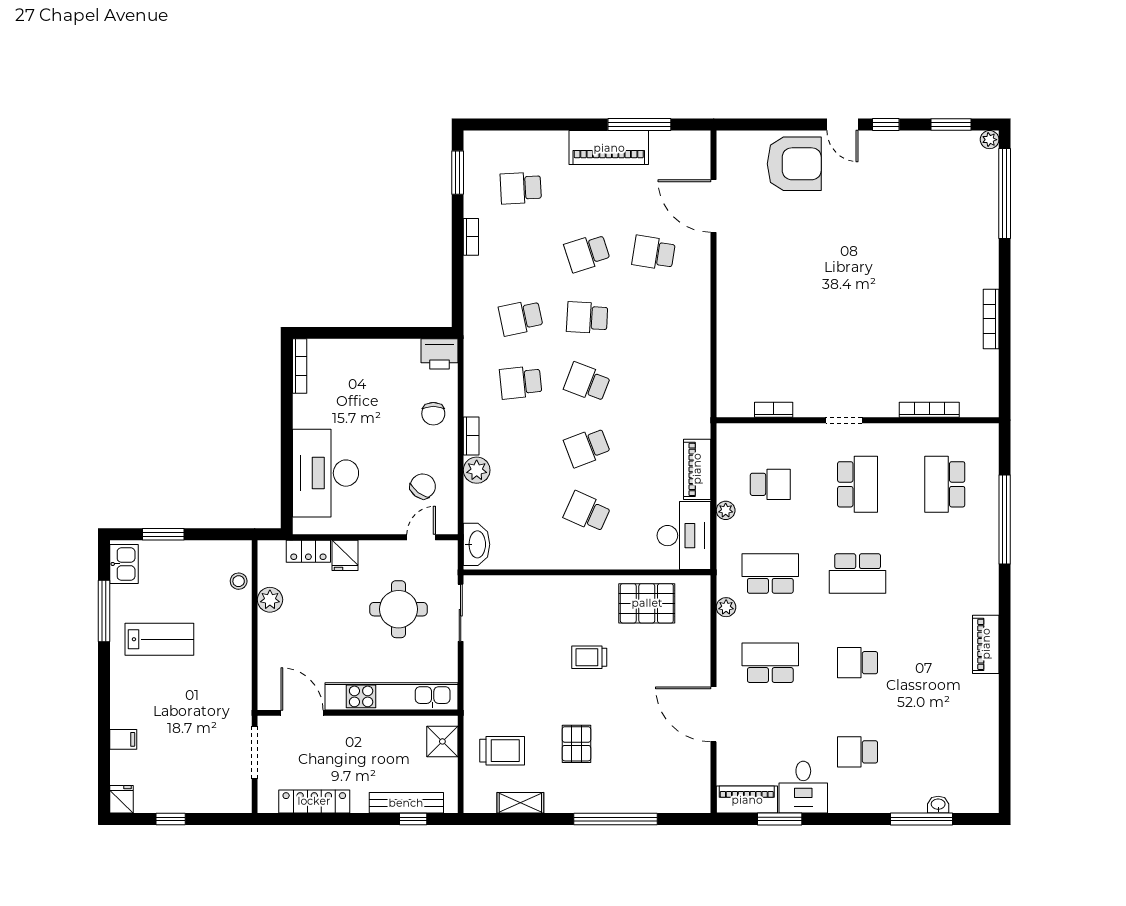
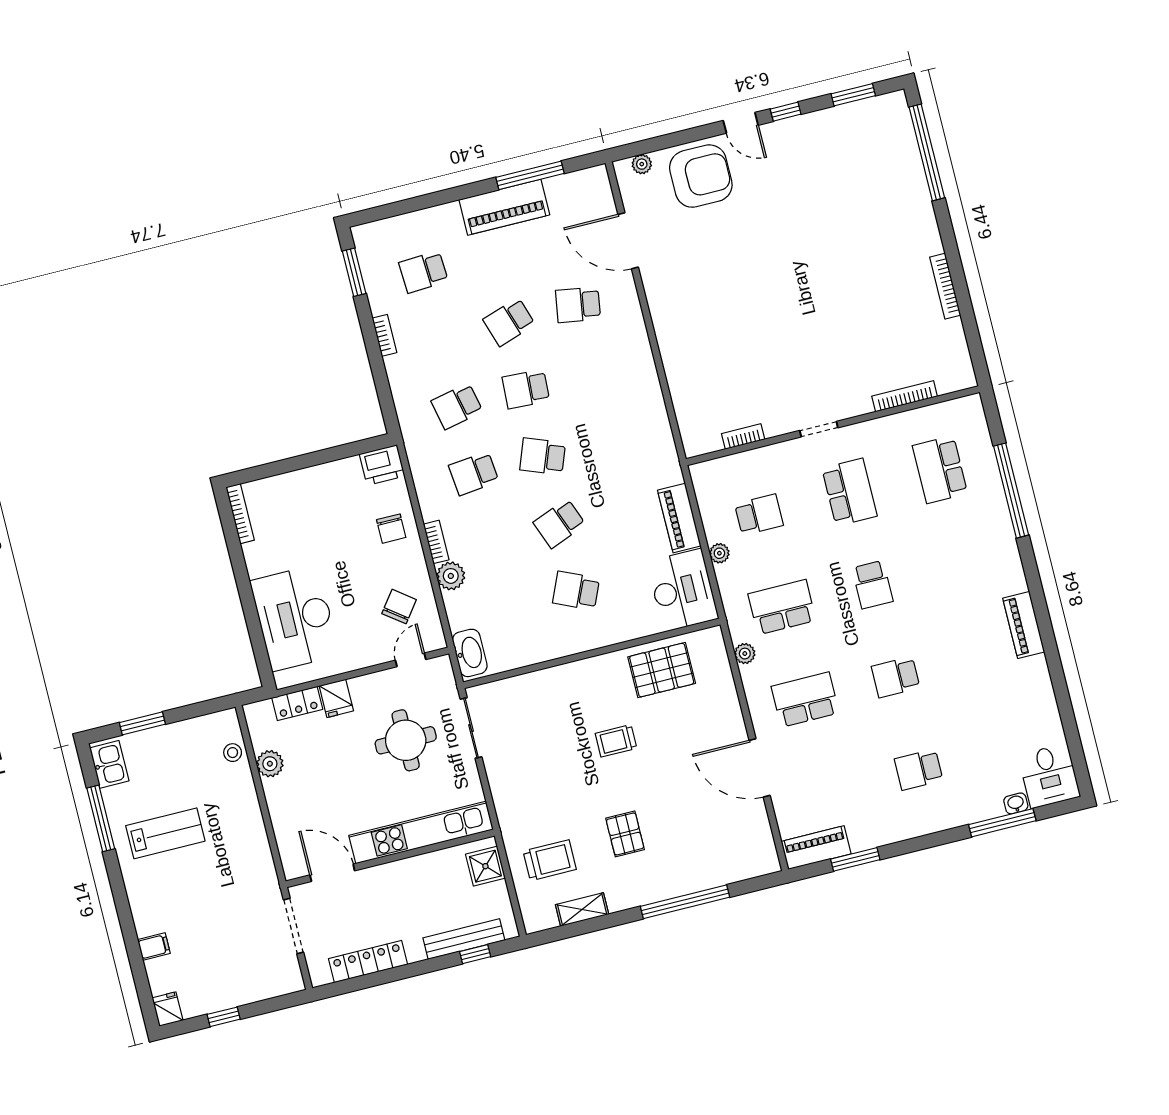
plant: (990, 140) -> (642, 164), moved
school desk: (858, 573) -> (873, 585), width x0.54
desk: (803, 787) -> (1049, 776), moved

